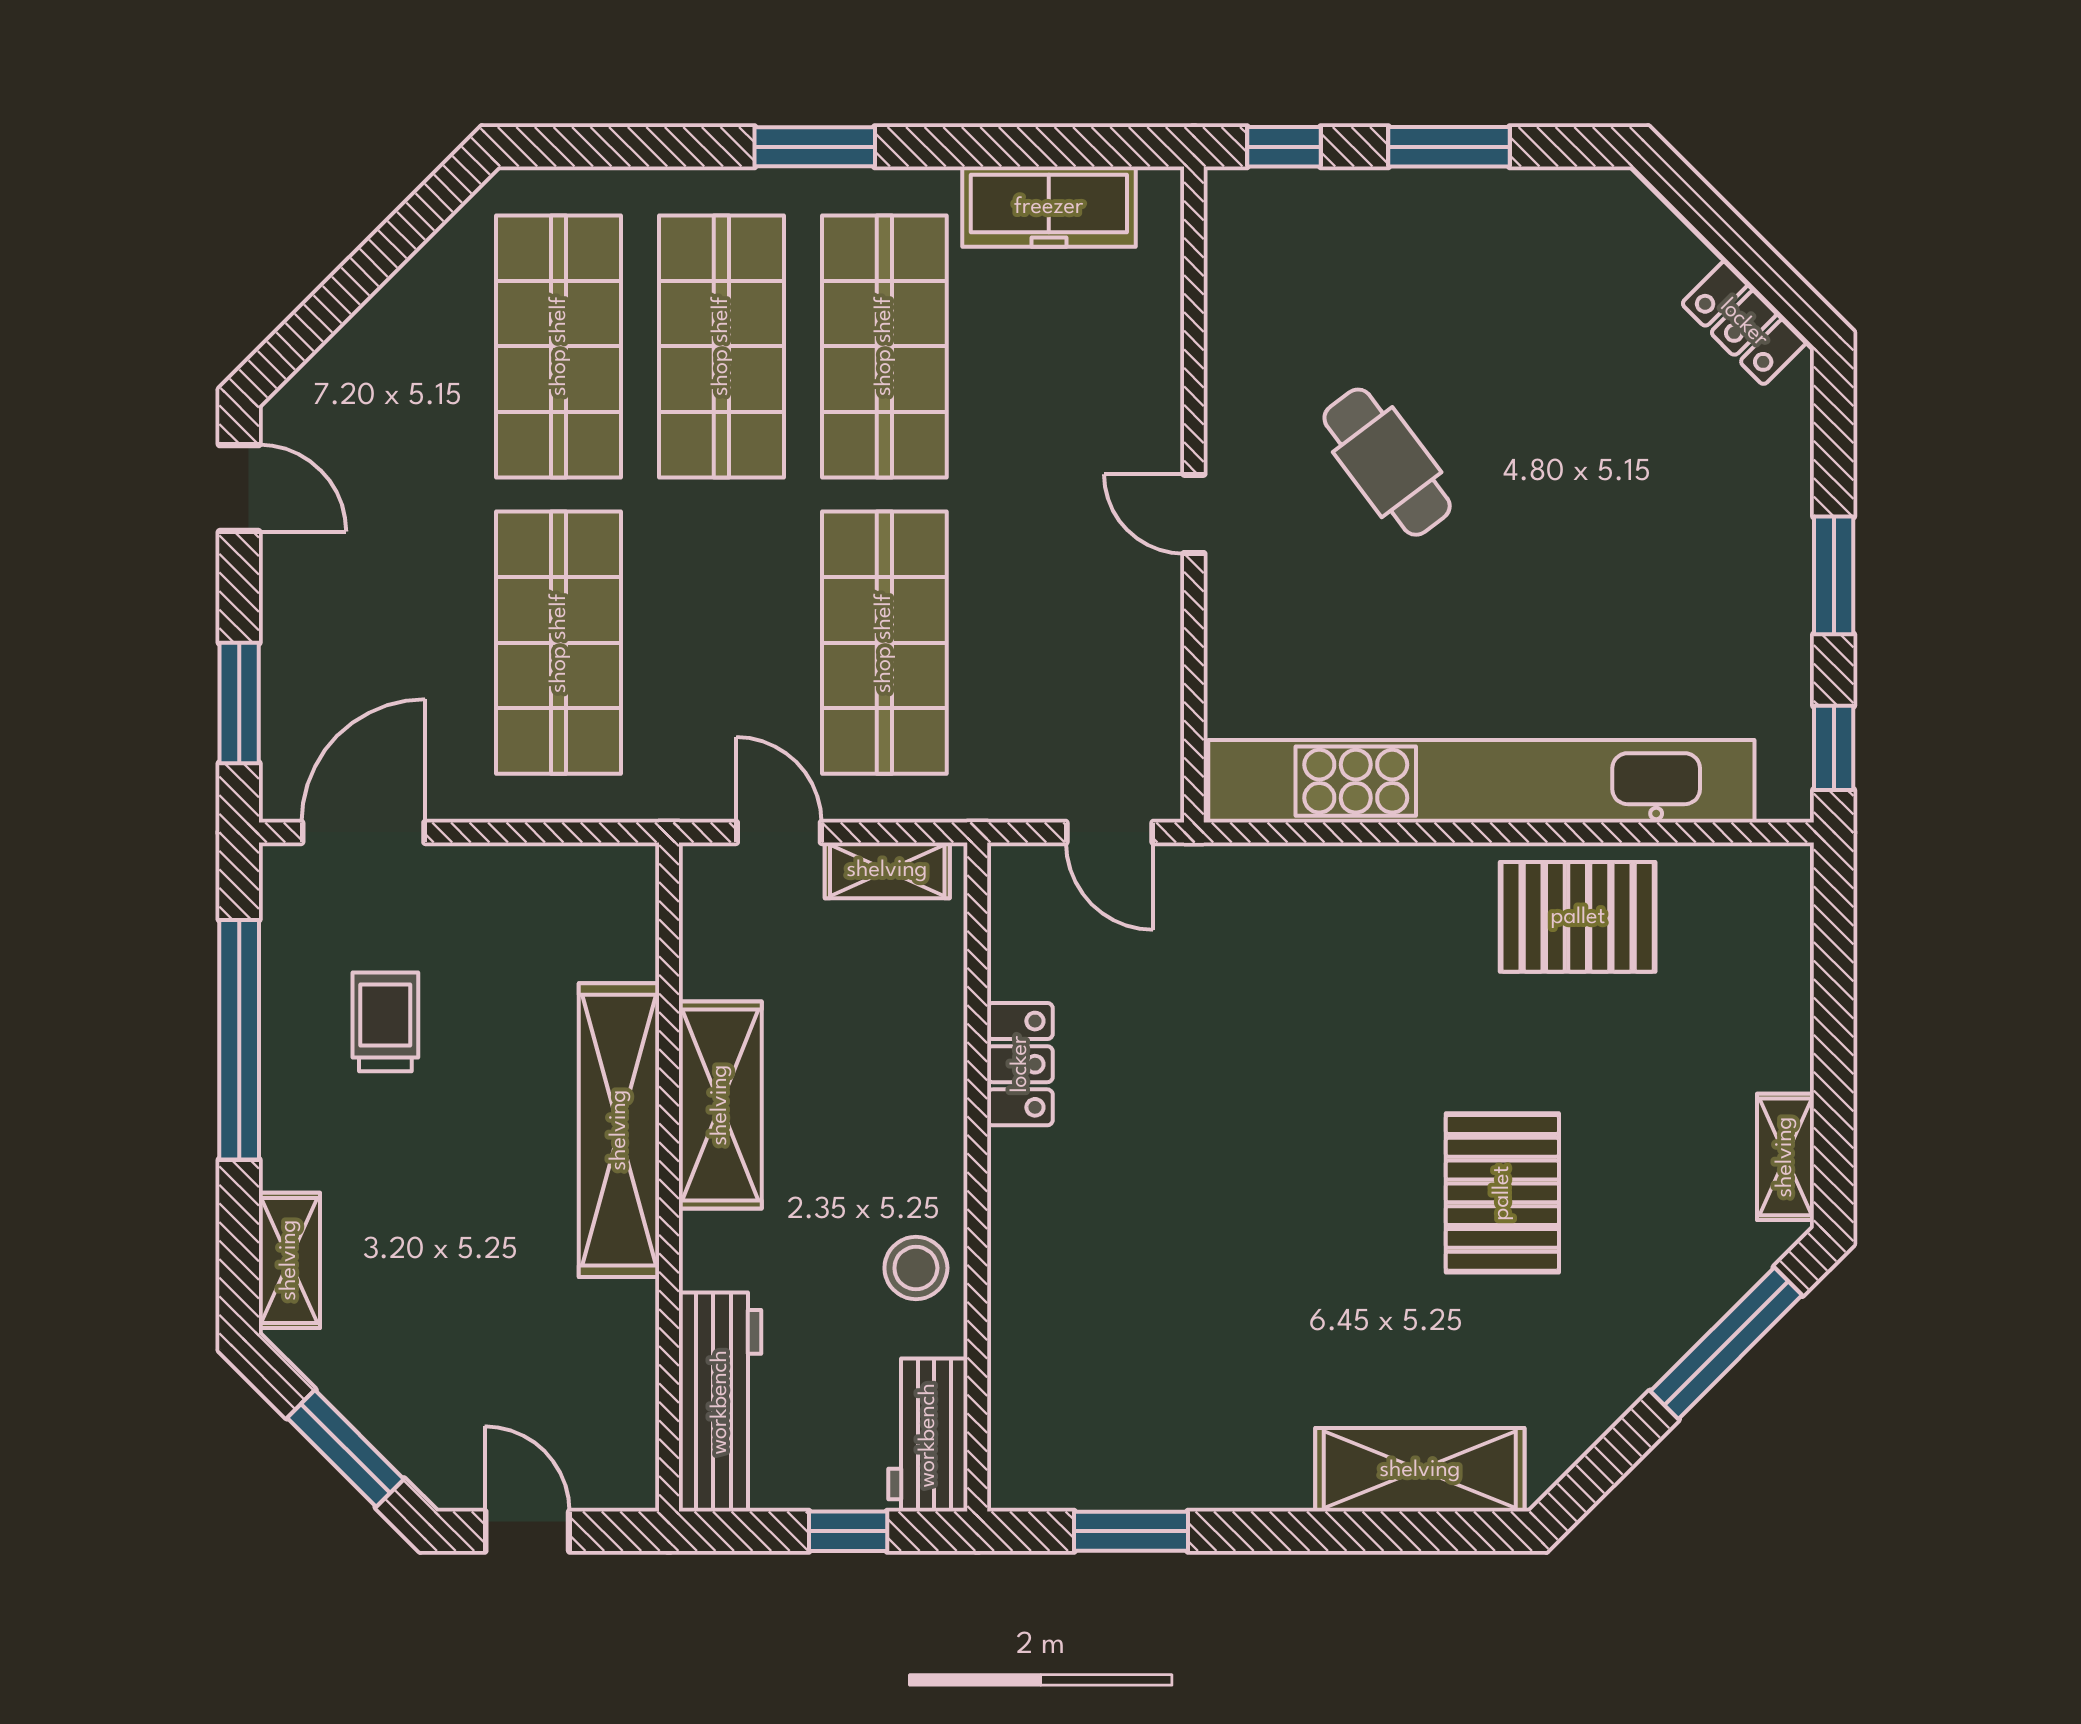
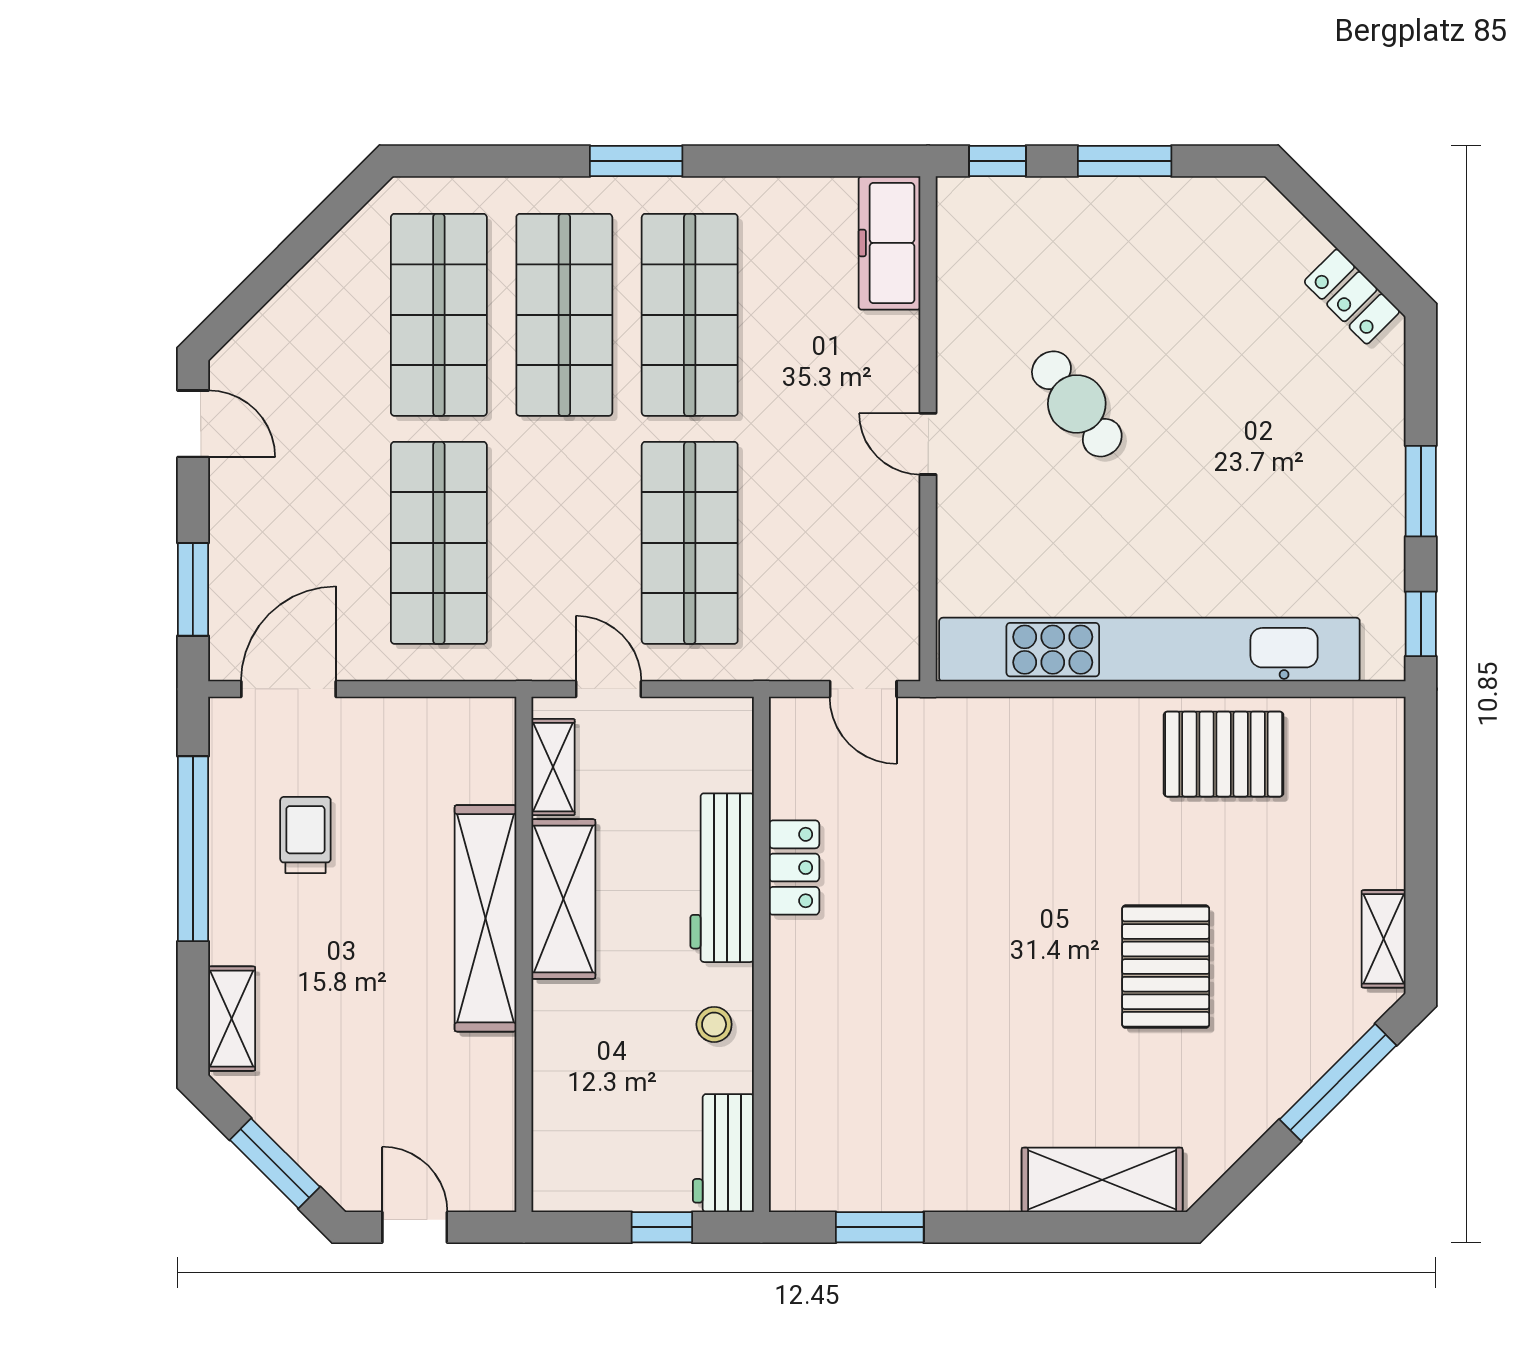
freezer: (1049, 207) -> (890, 243), moved, turned 90
shelving: (887, 870) -> (553, 767), moved, turned 90
stool: (916, 1268) -> (714, 1024), width x0.73, depth x0.73
workbench: (720, 1402) -> (722, 878), moved, turned 180

